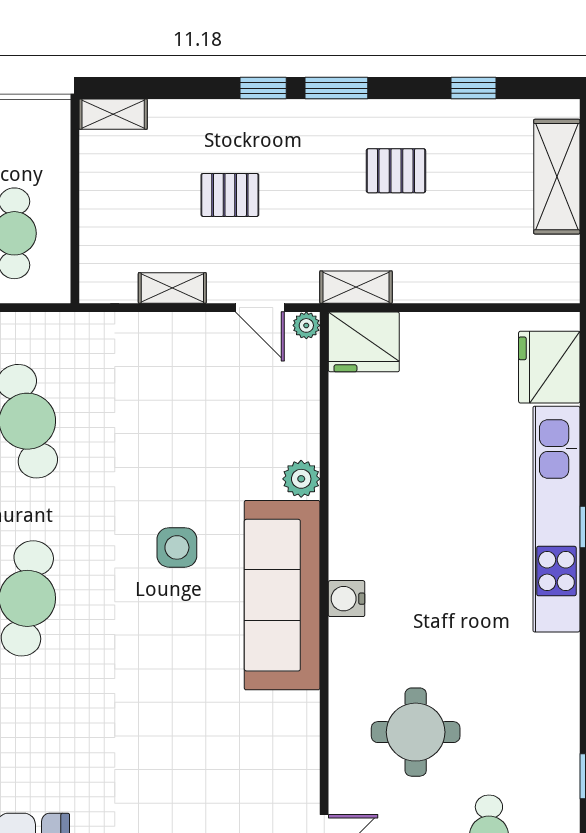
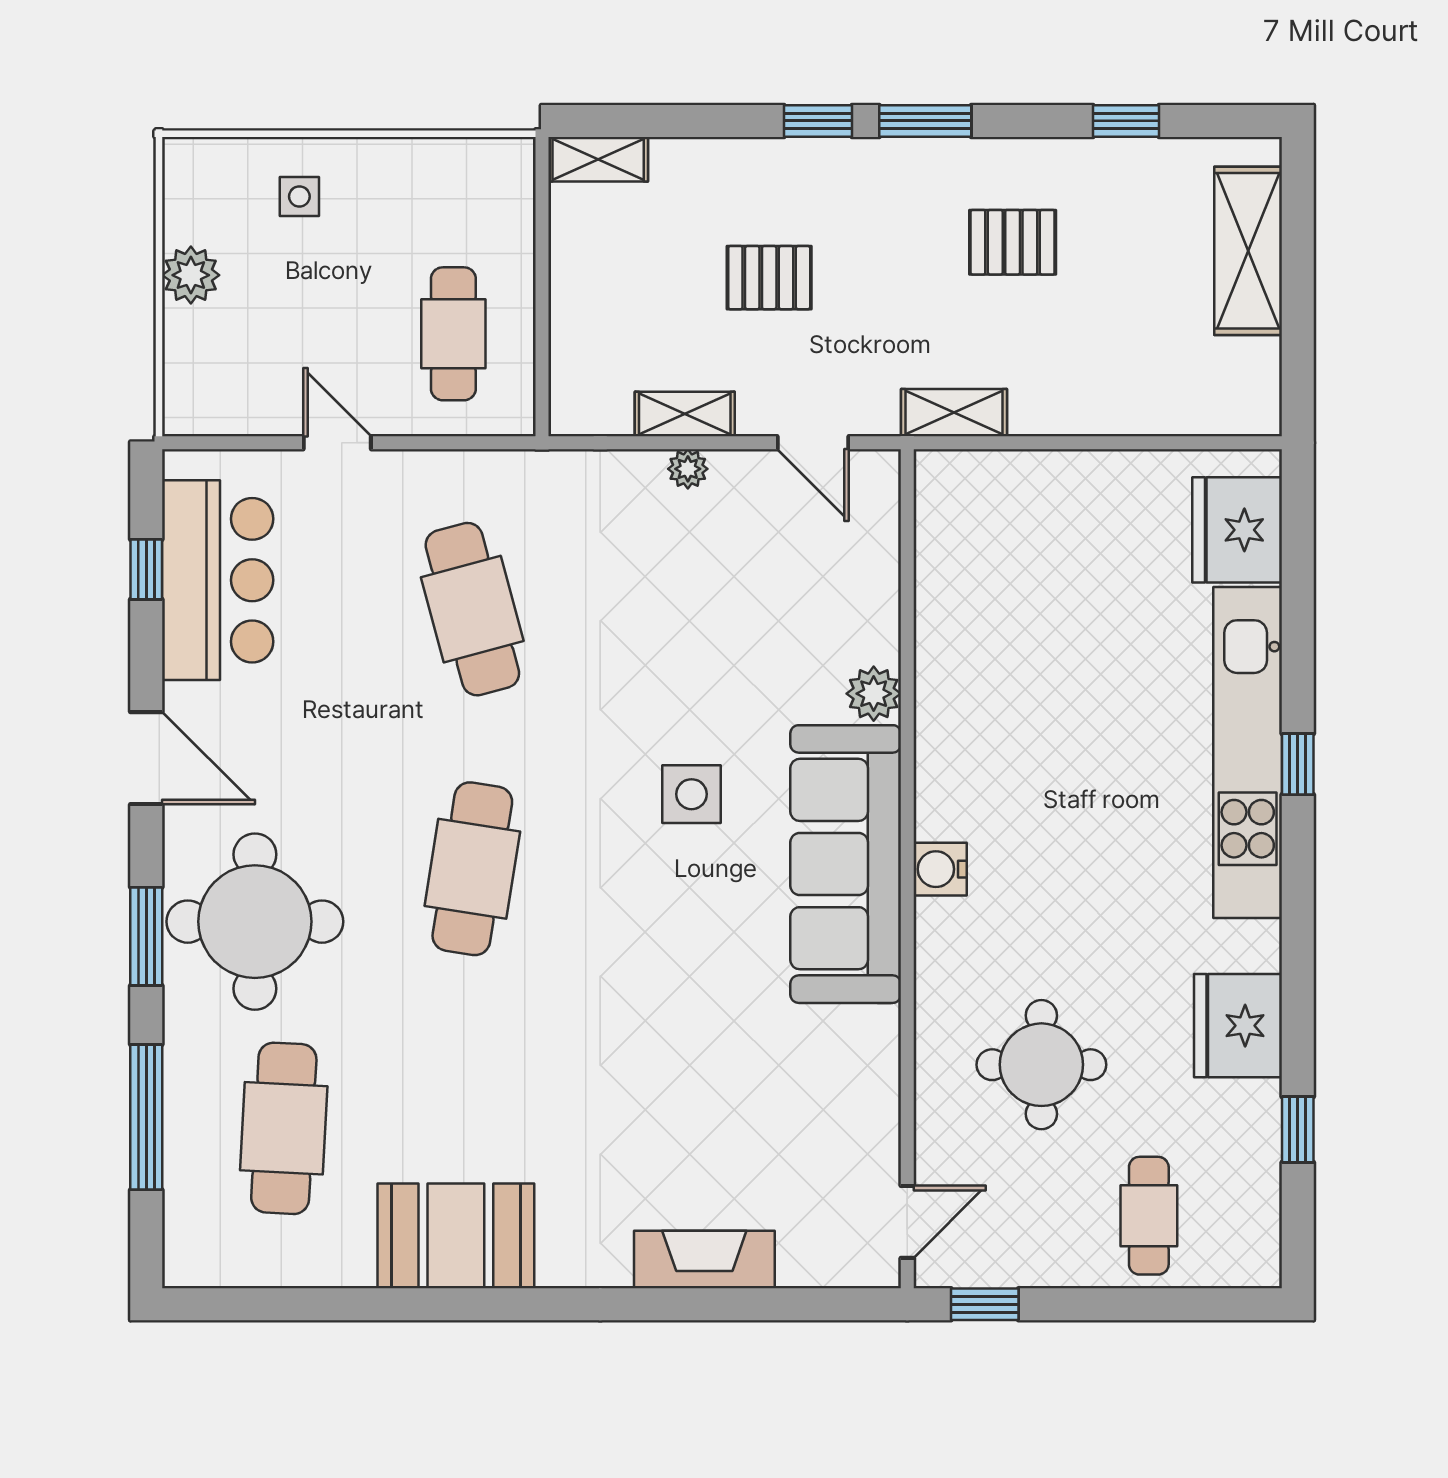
plant: (306, 325) -> (688, 469), moved
fridge: (364, 342) -> (1238, 1026), moved, turned 90

